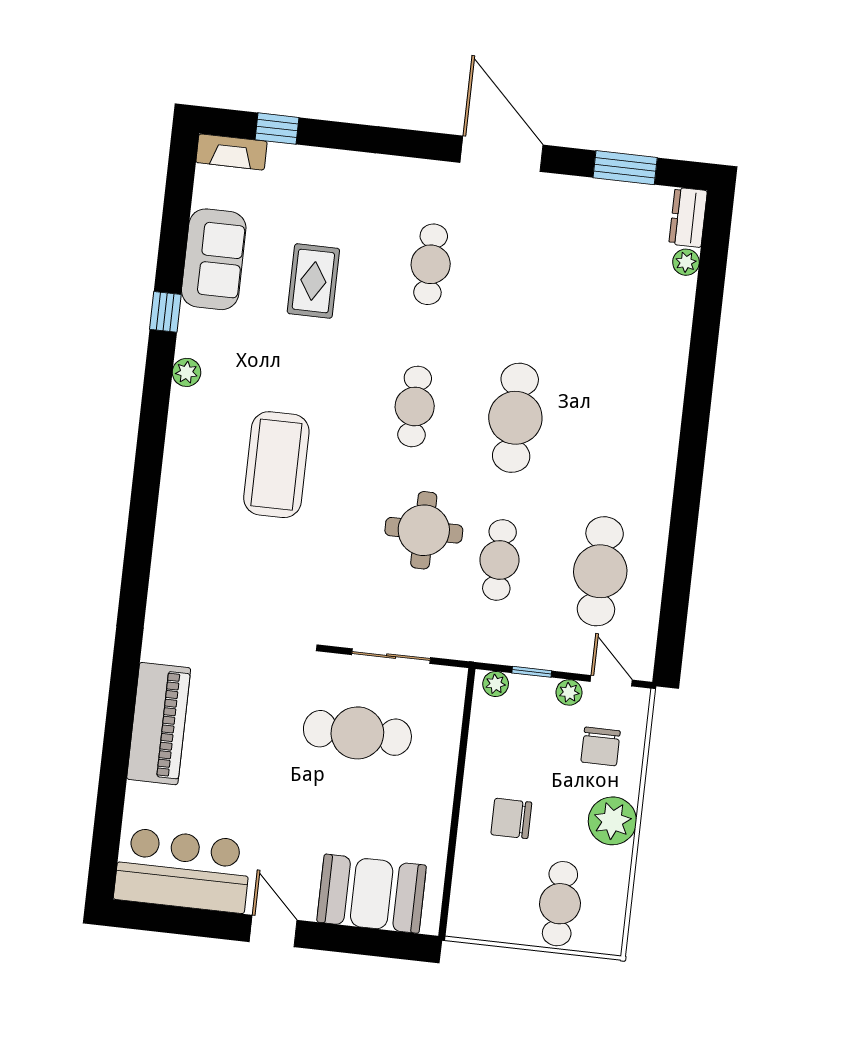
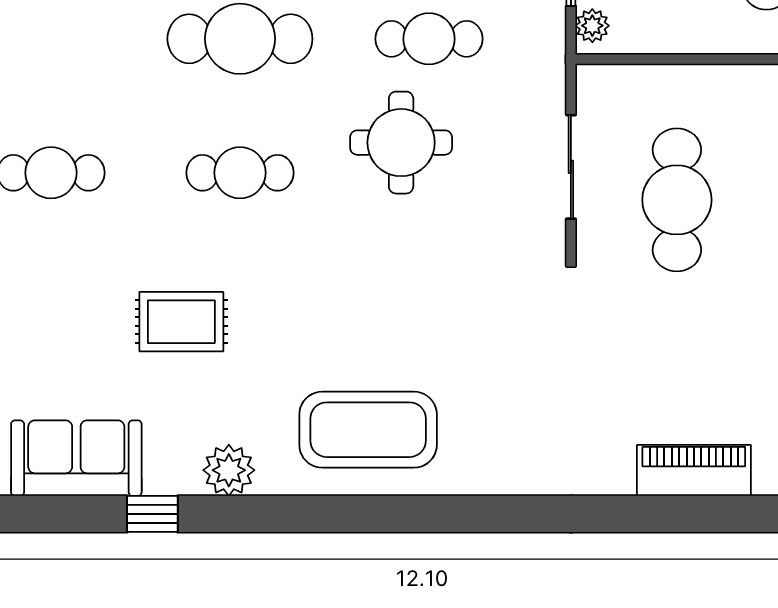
rug: (313, 281) -> (181, 322), moved
plant: (187, 372) -> (229, 470), width x1.38, depth x1.38
coffee table: (276, 465) -> (368, 430), moved
piano: (159, 724) -> (694, 470), width x0.73, depth x0.75

